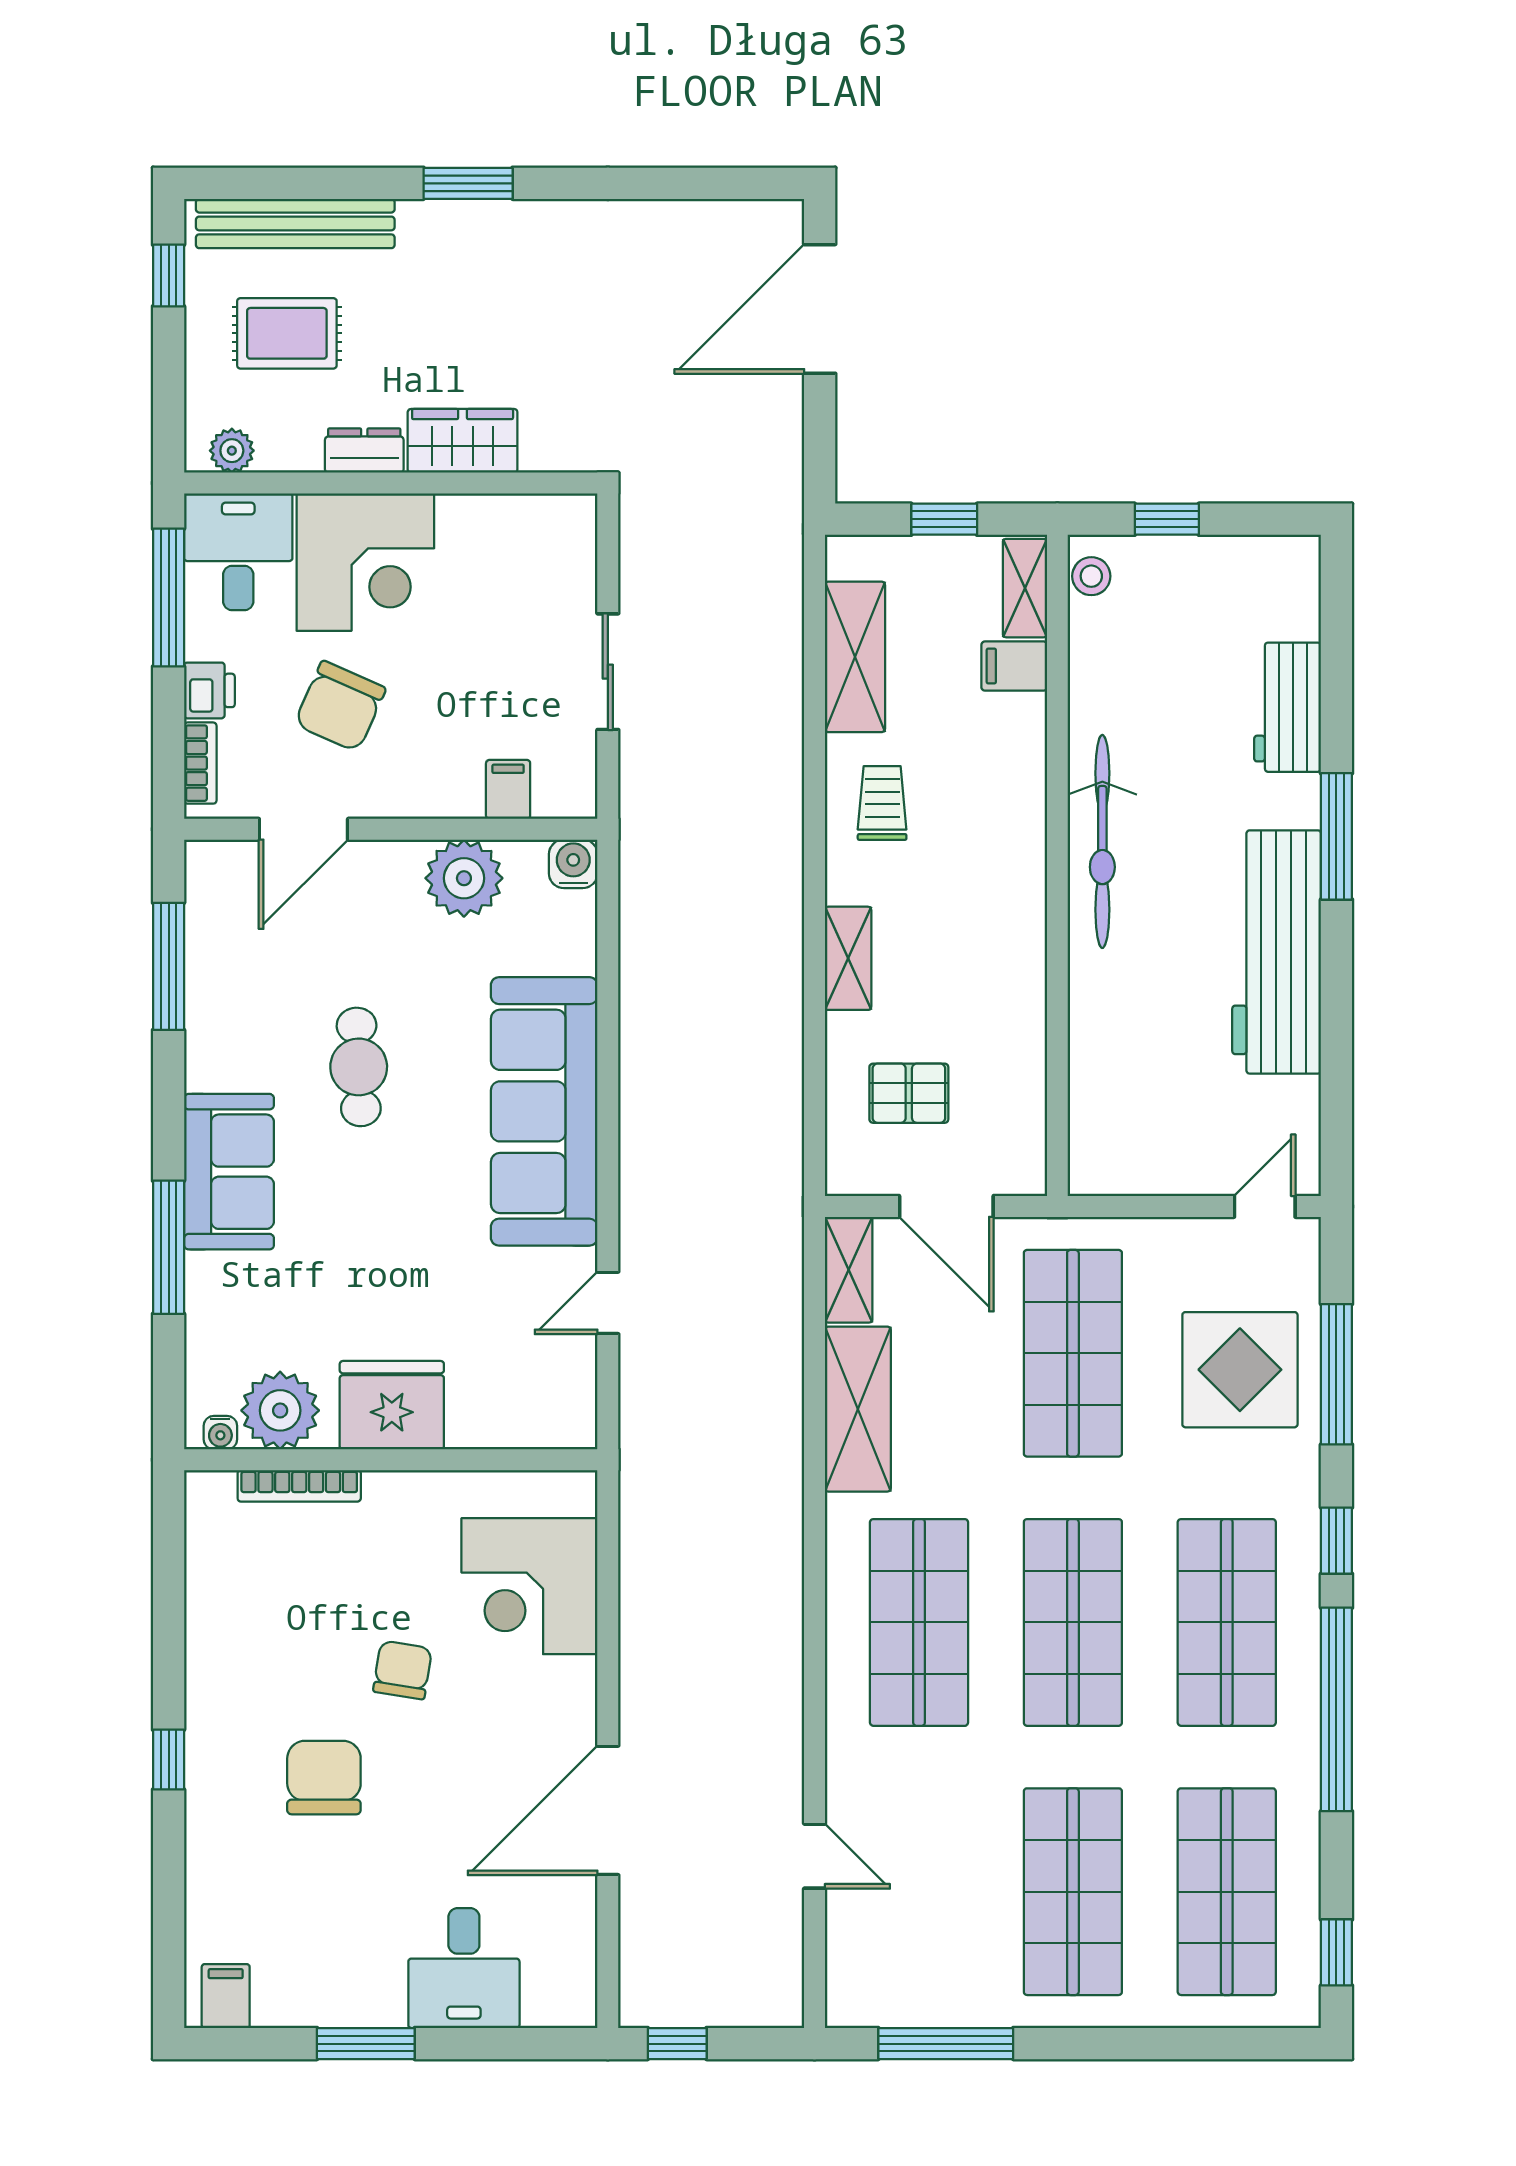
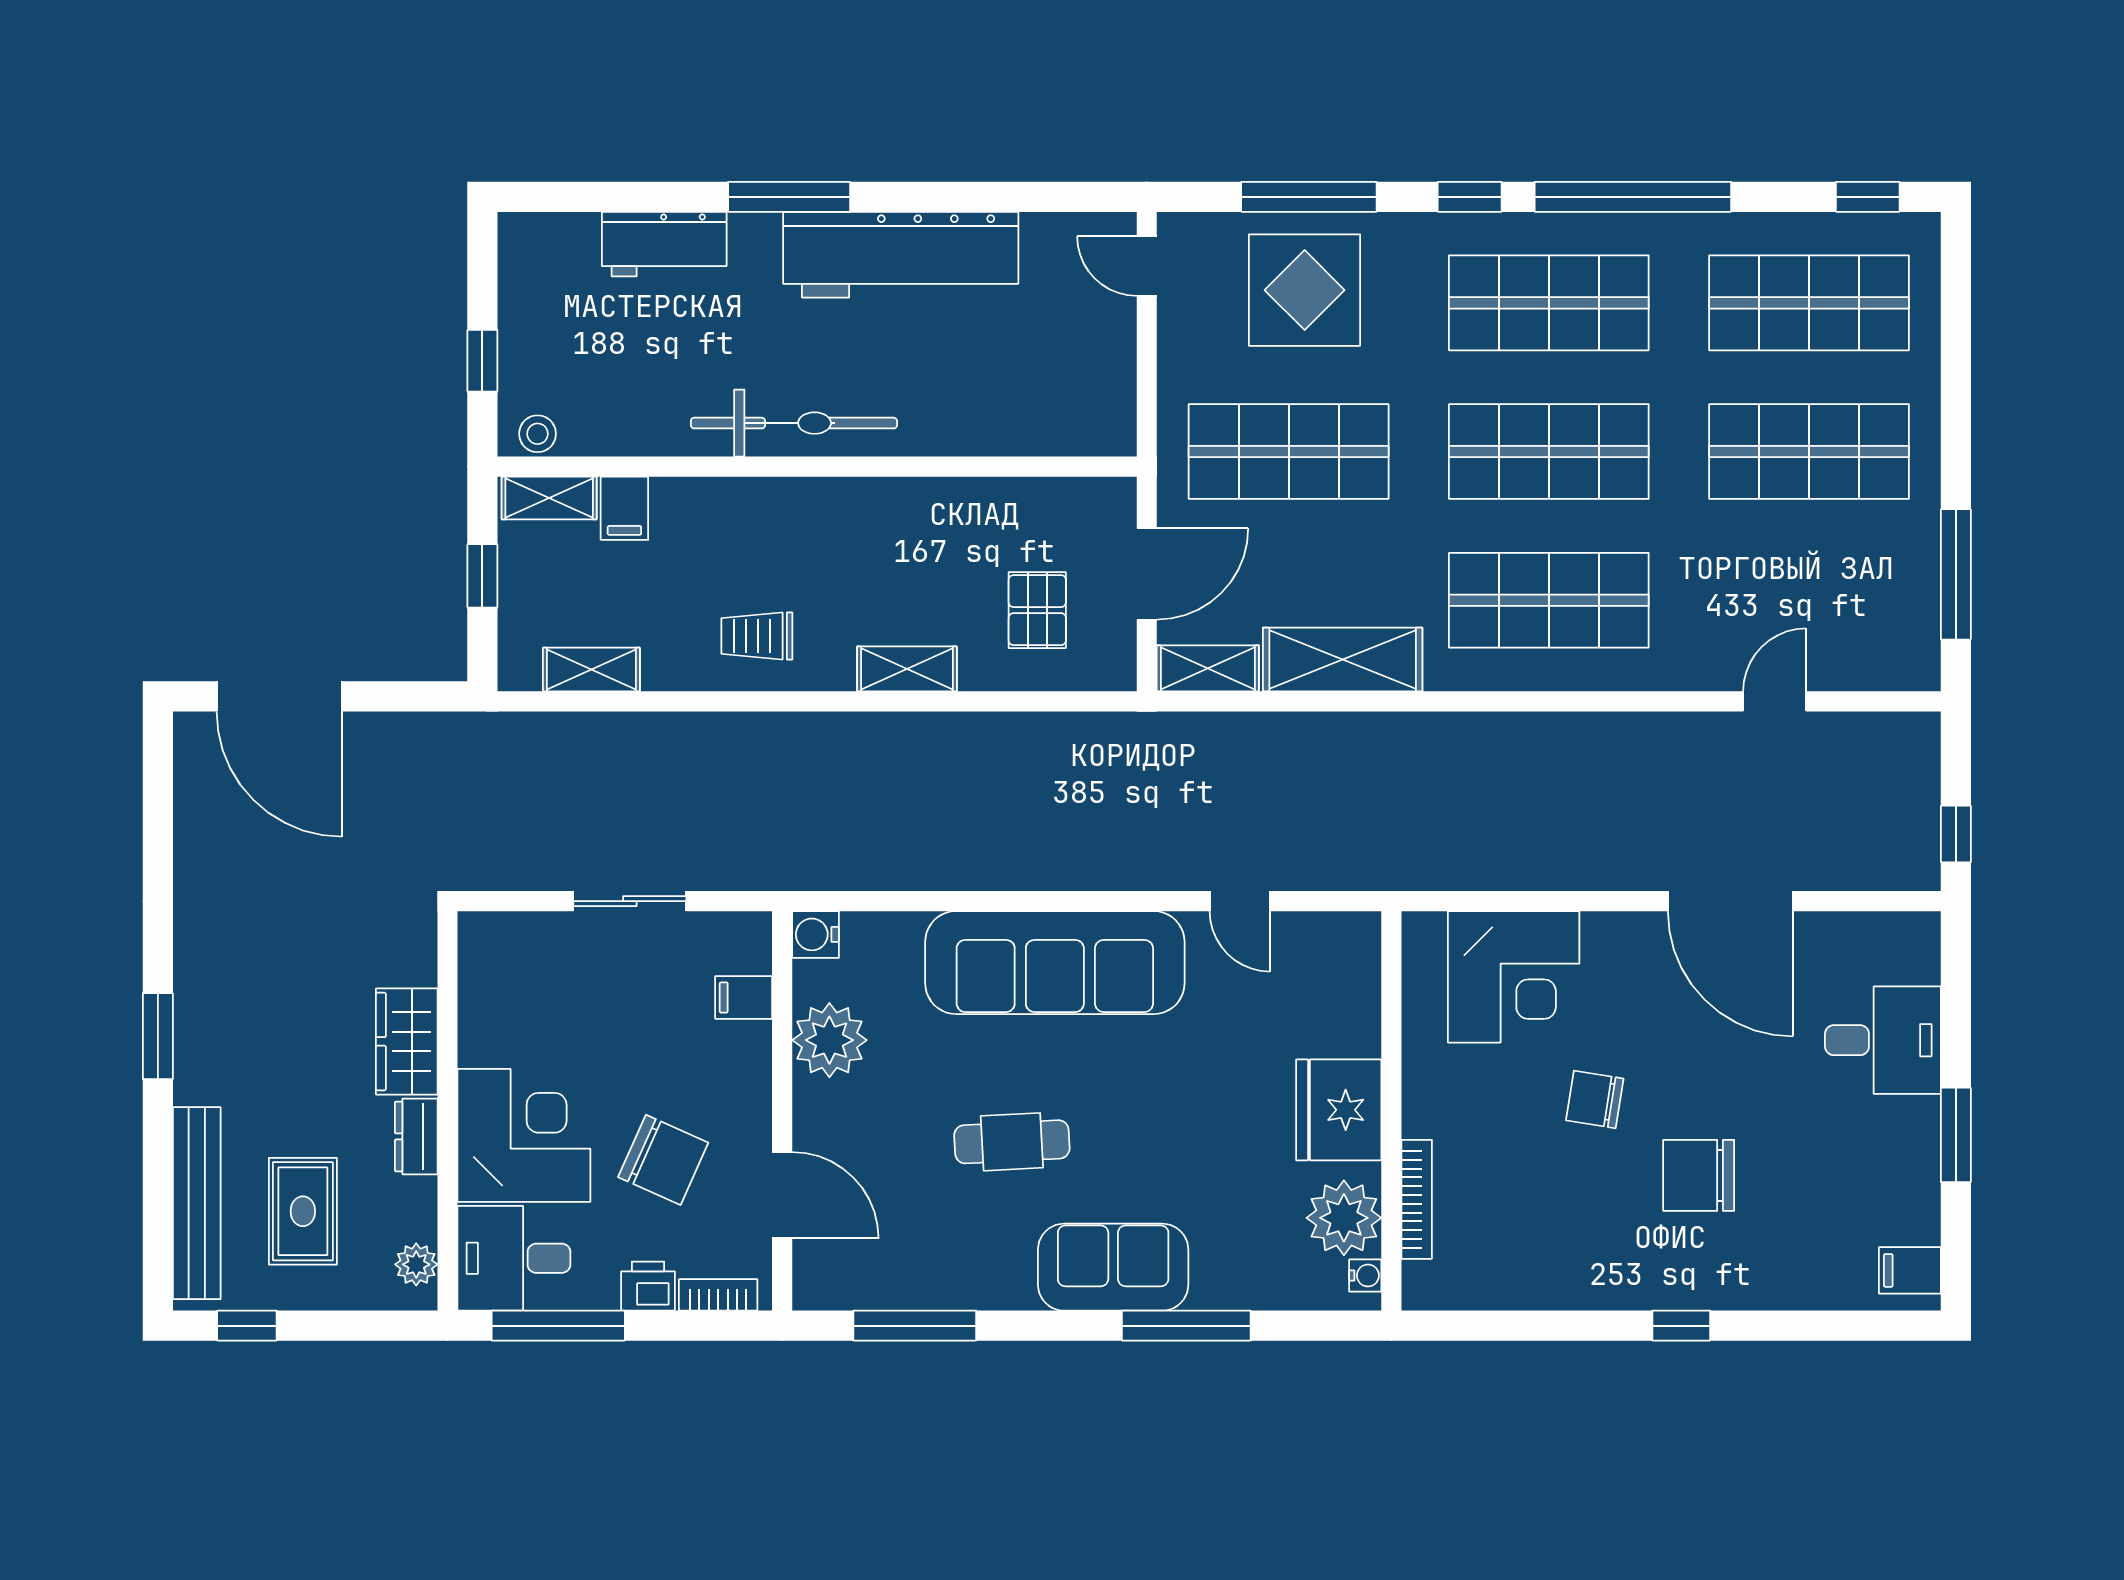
shelving: (855, 657) -> (591, 669), width x0.67, depth x0.75

